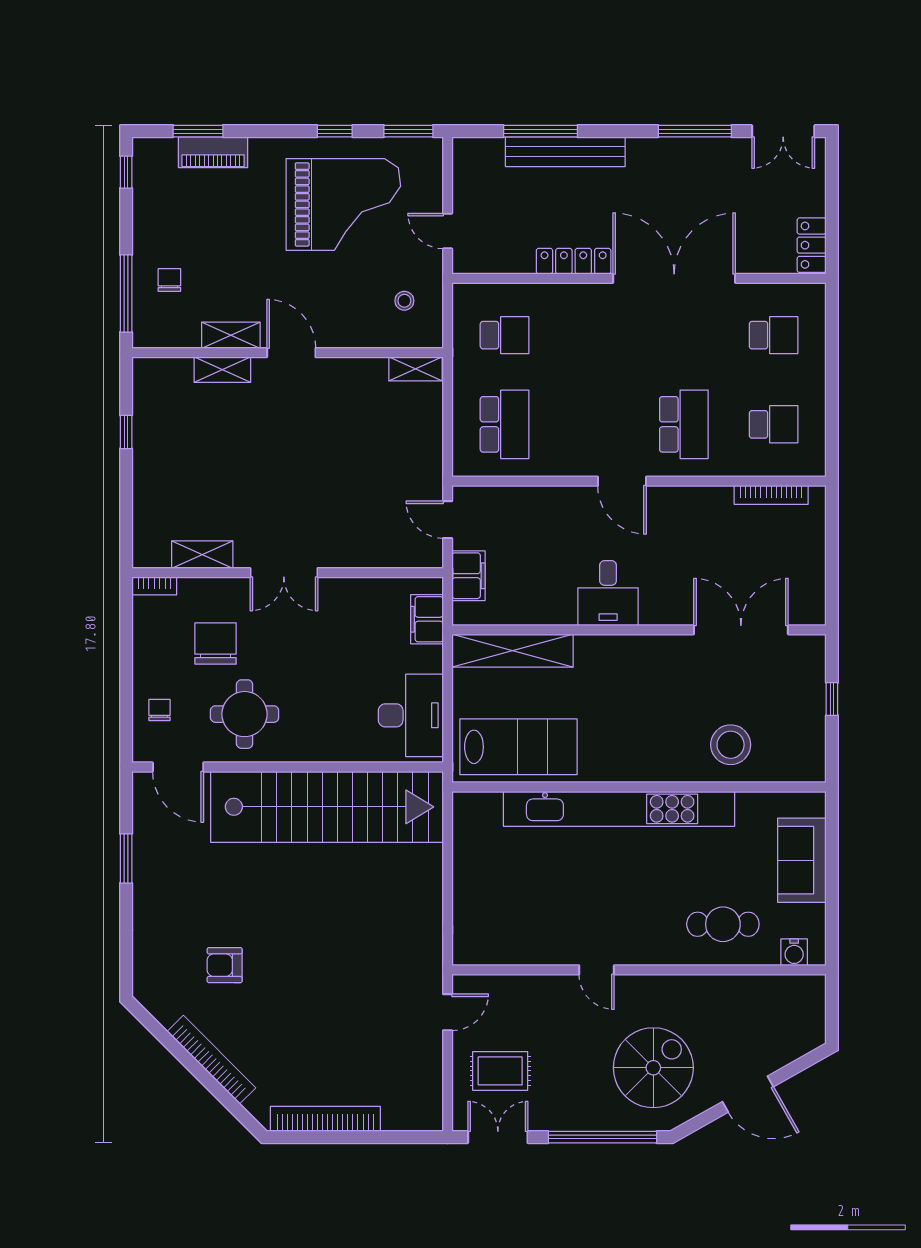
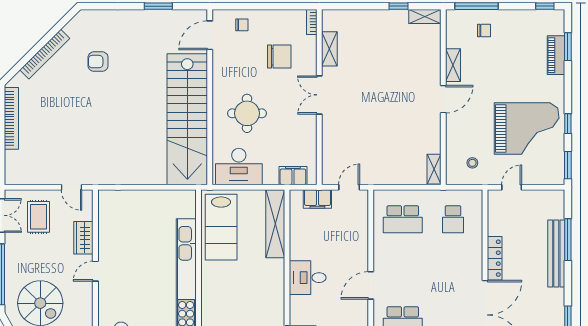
grand piano: (343, 204) -> (527, 129), turned -90
shelving: (222, 370) -> (425, 16), moved, turned 90
round table: (245, 714) -> (247, 113), moved
armchair: (225, 965) -> (98, 62), turned -90
wardrobe: (537, 991) -> (83, 238), added

